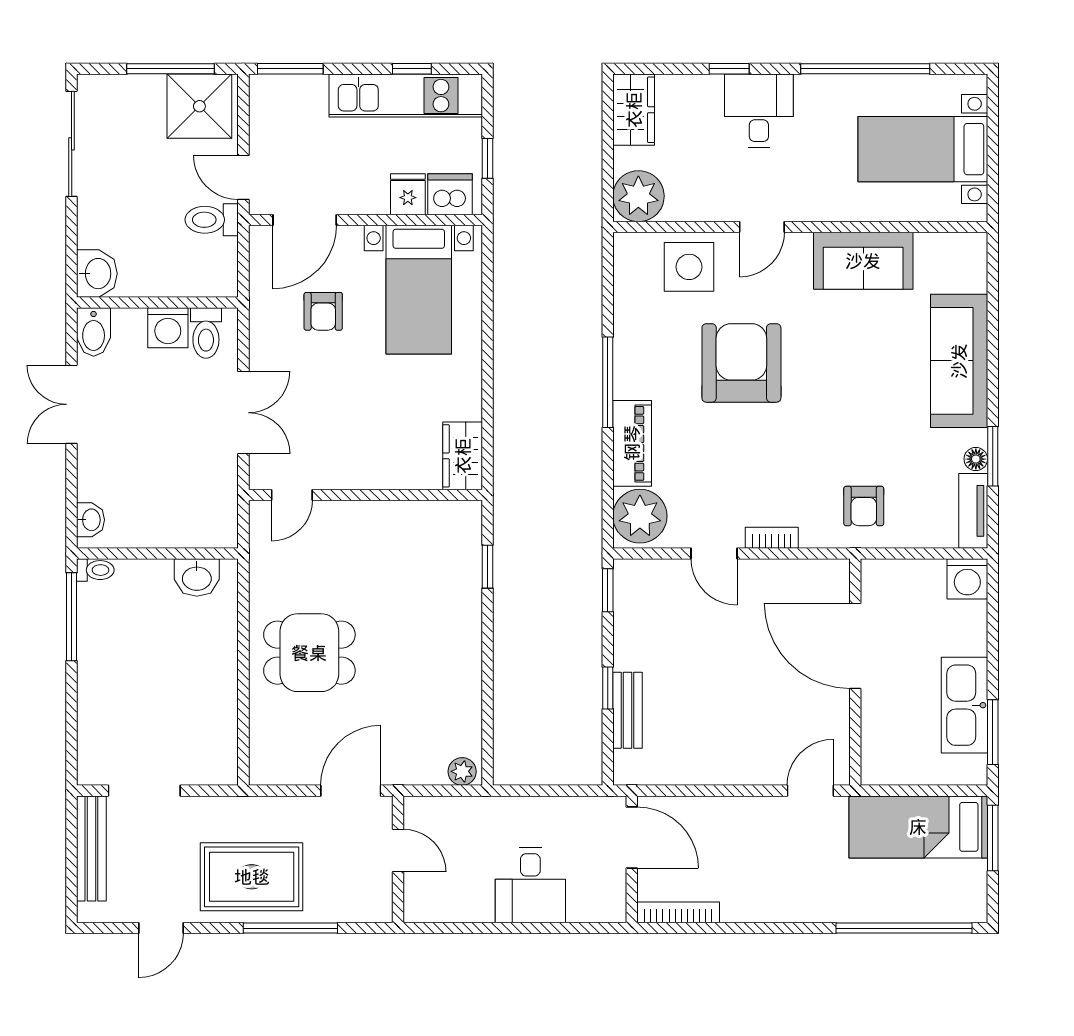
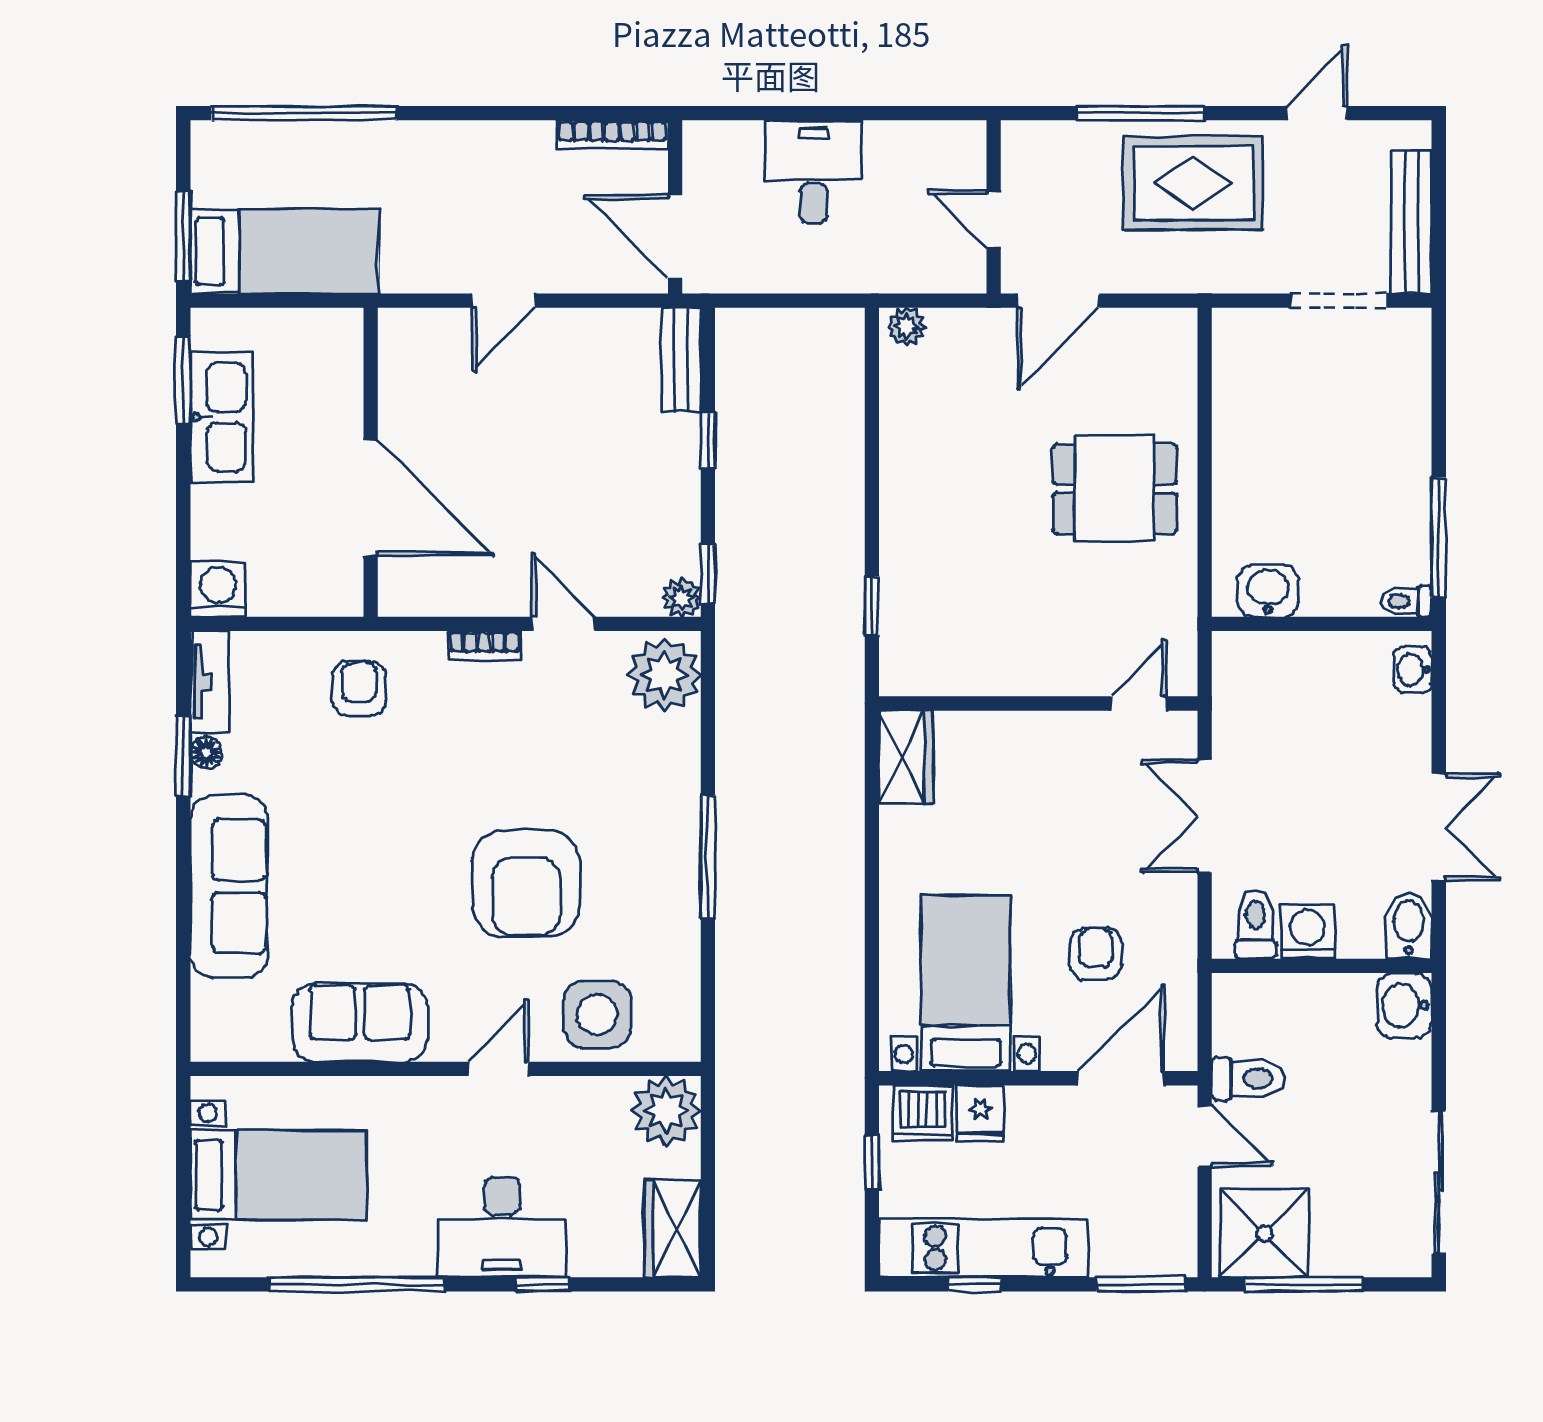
desk: (759, 111) -> (502, 1227), width x1.37
piano: (632, 443) -> (675, 774), removed
plant: (627, 573) -> (682, 598), added
bench: (627, 710) -> (681, 360), moved
door: (810, 791) -> (504, 301), moved

